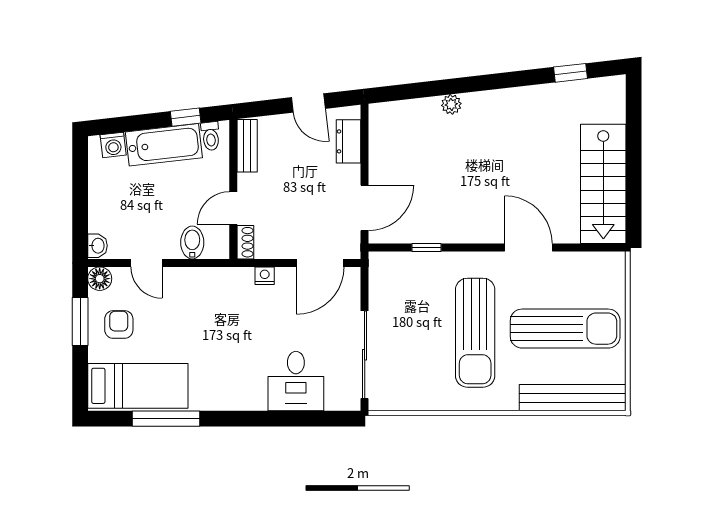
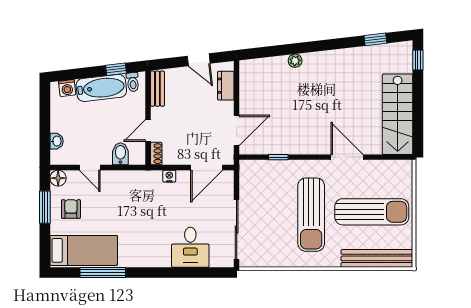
window: (634, 103) -> (418, 60), added
washbasin: (97, 246) -> (57, 141), moved

